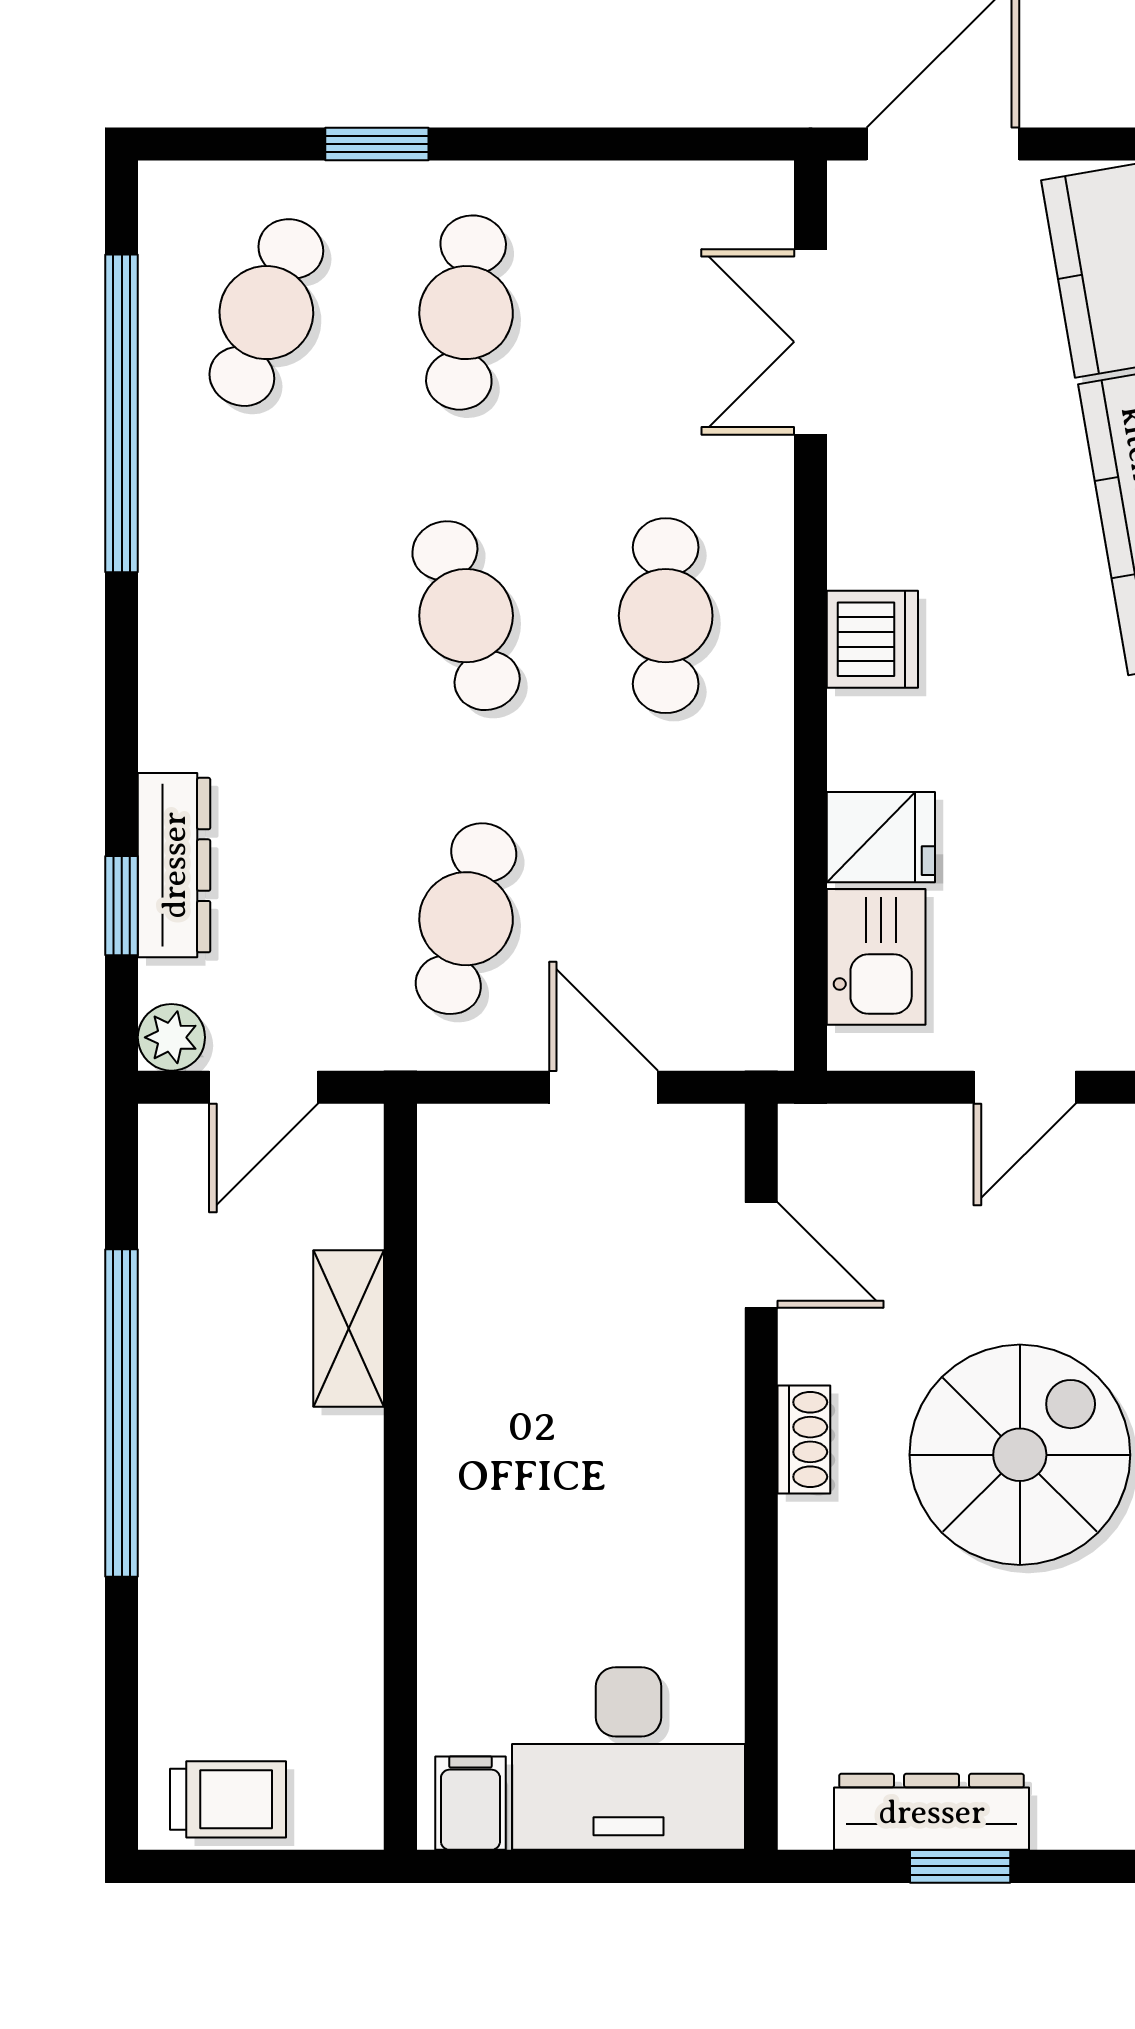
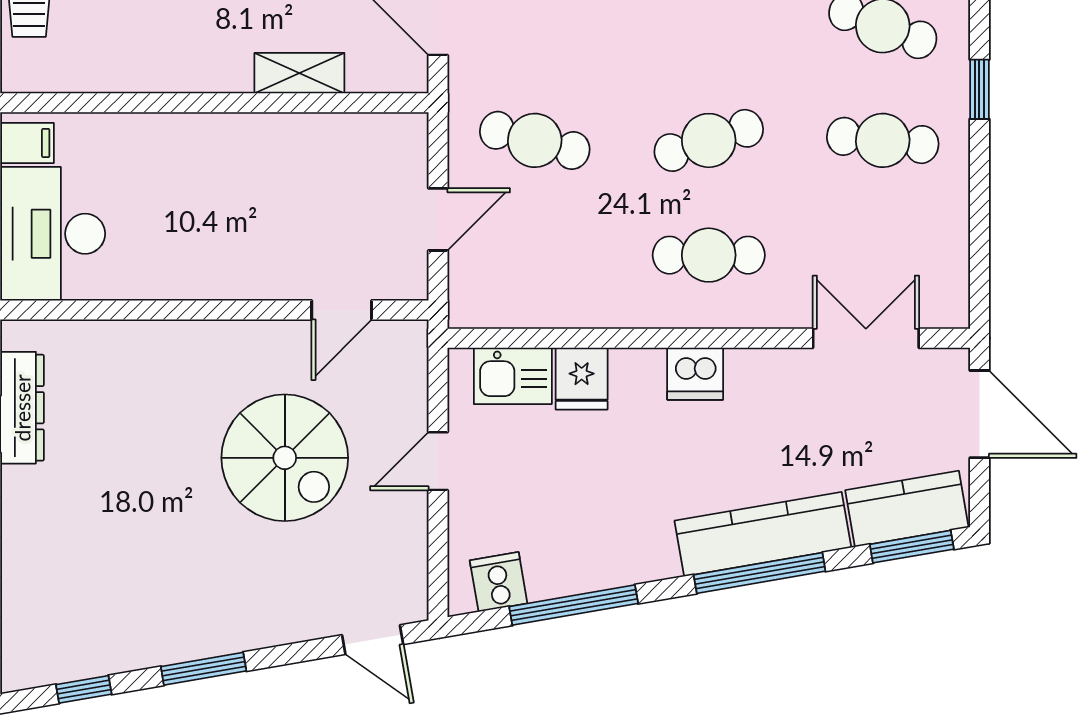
door: (1025, 1087) -> (438, 461), hinge flipped
shoe rack: (804, 1439) -> (236, 334), removed
spiral stairs: (1020, 1455) -> (285, 458), moved

